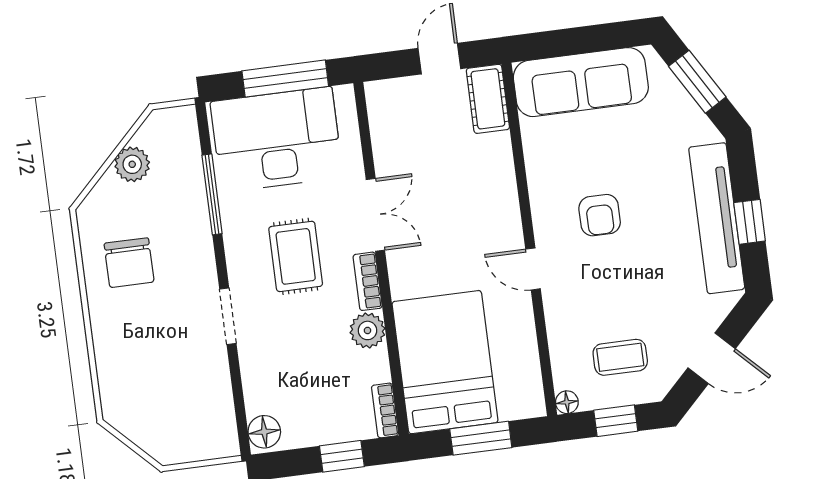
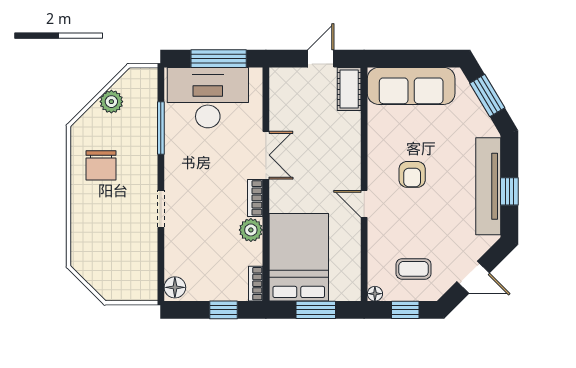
rug: (296, 256) -> (210, 176), removed

